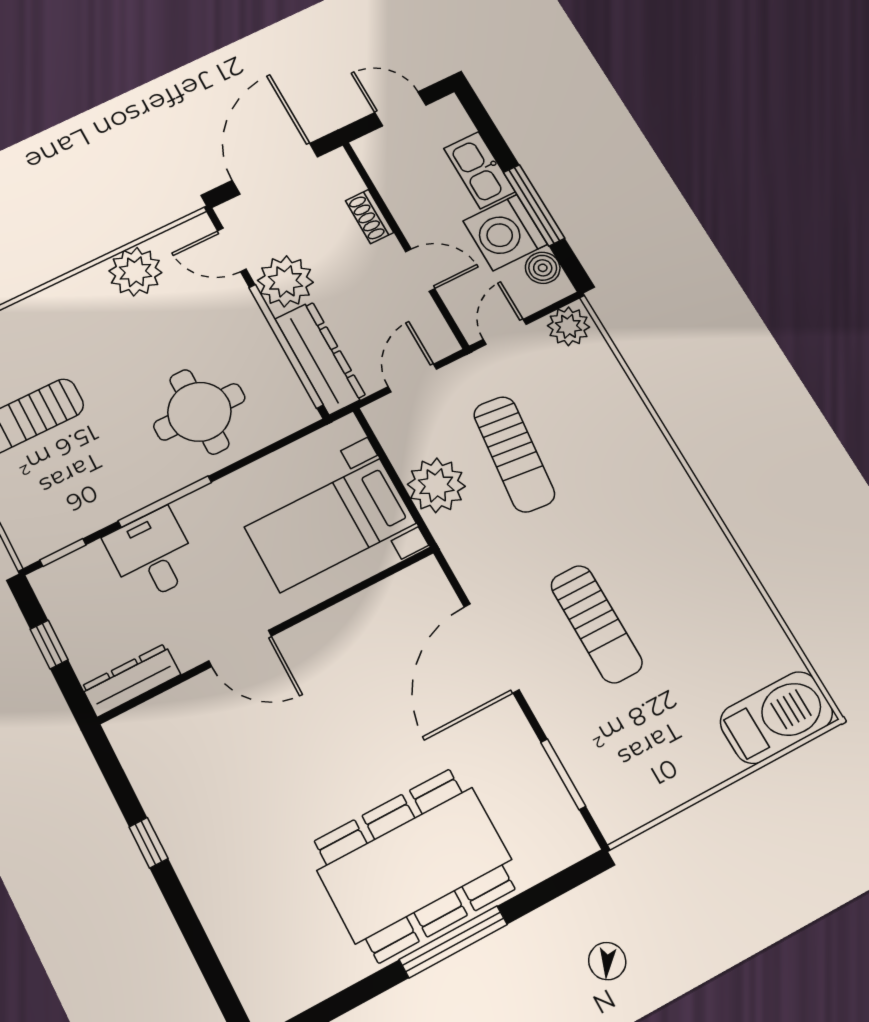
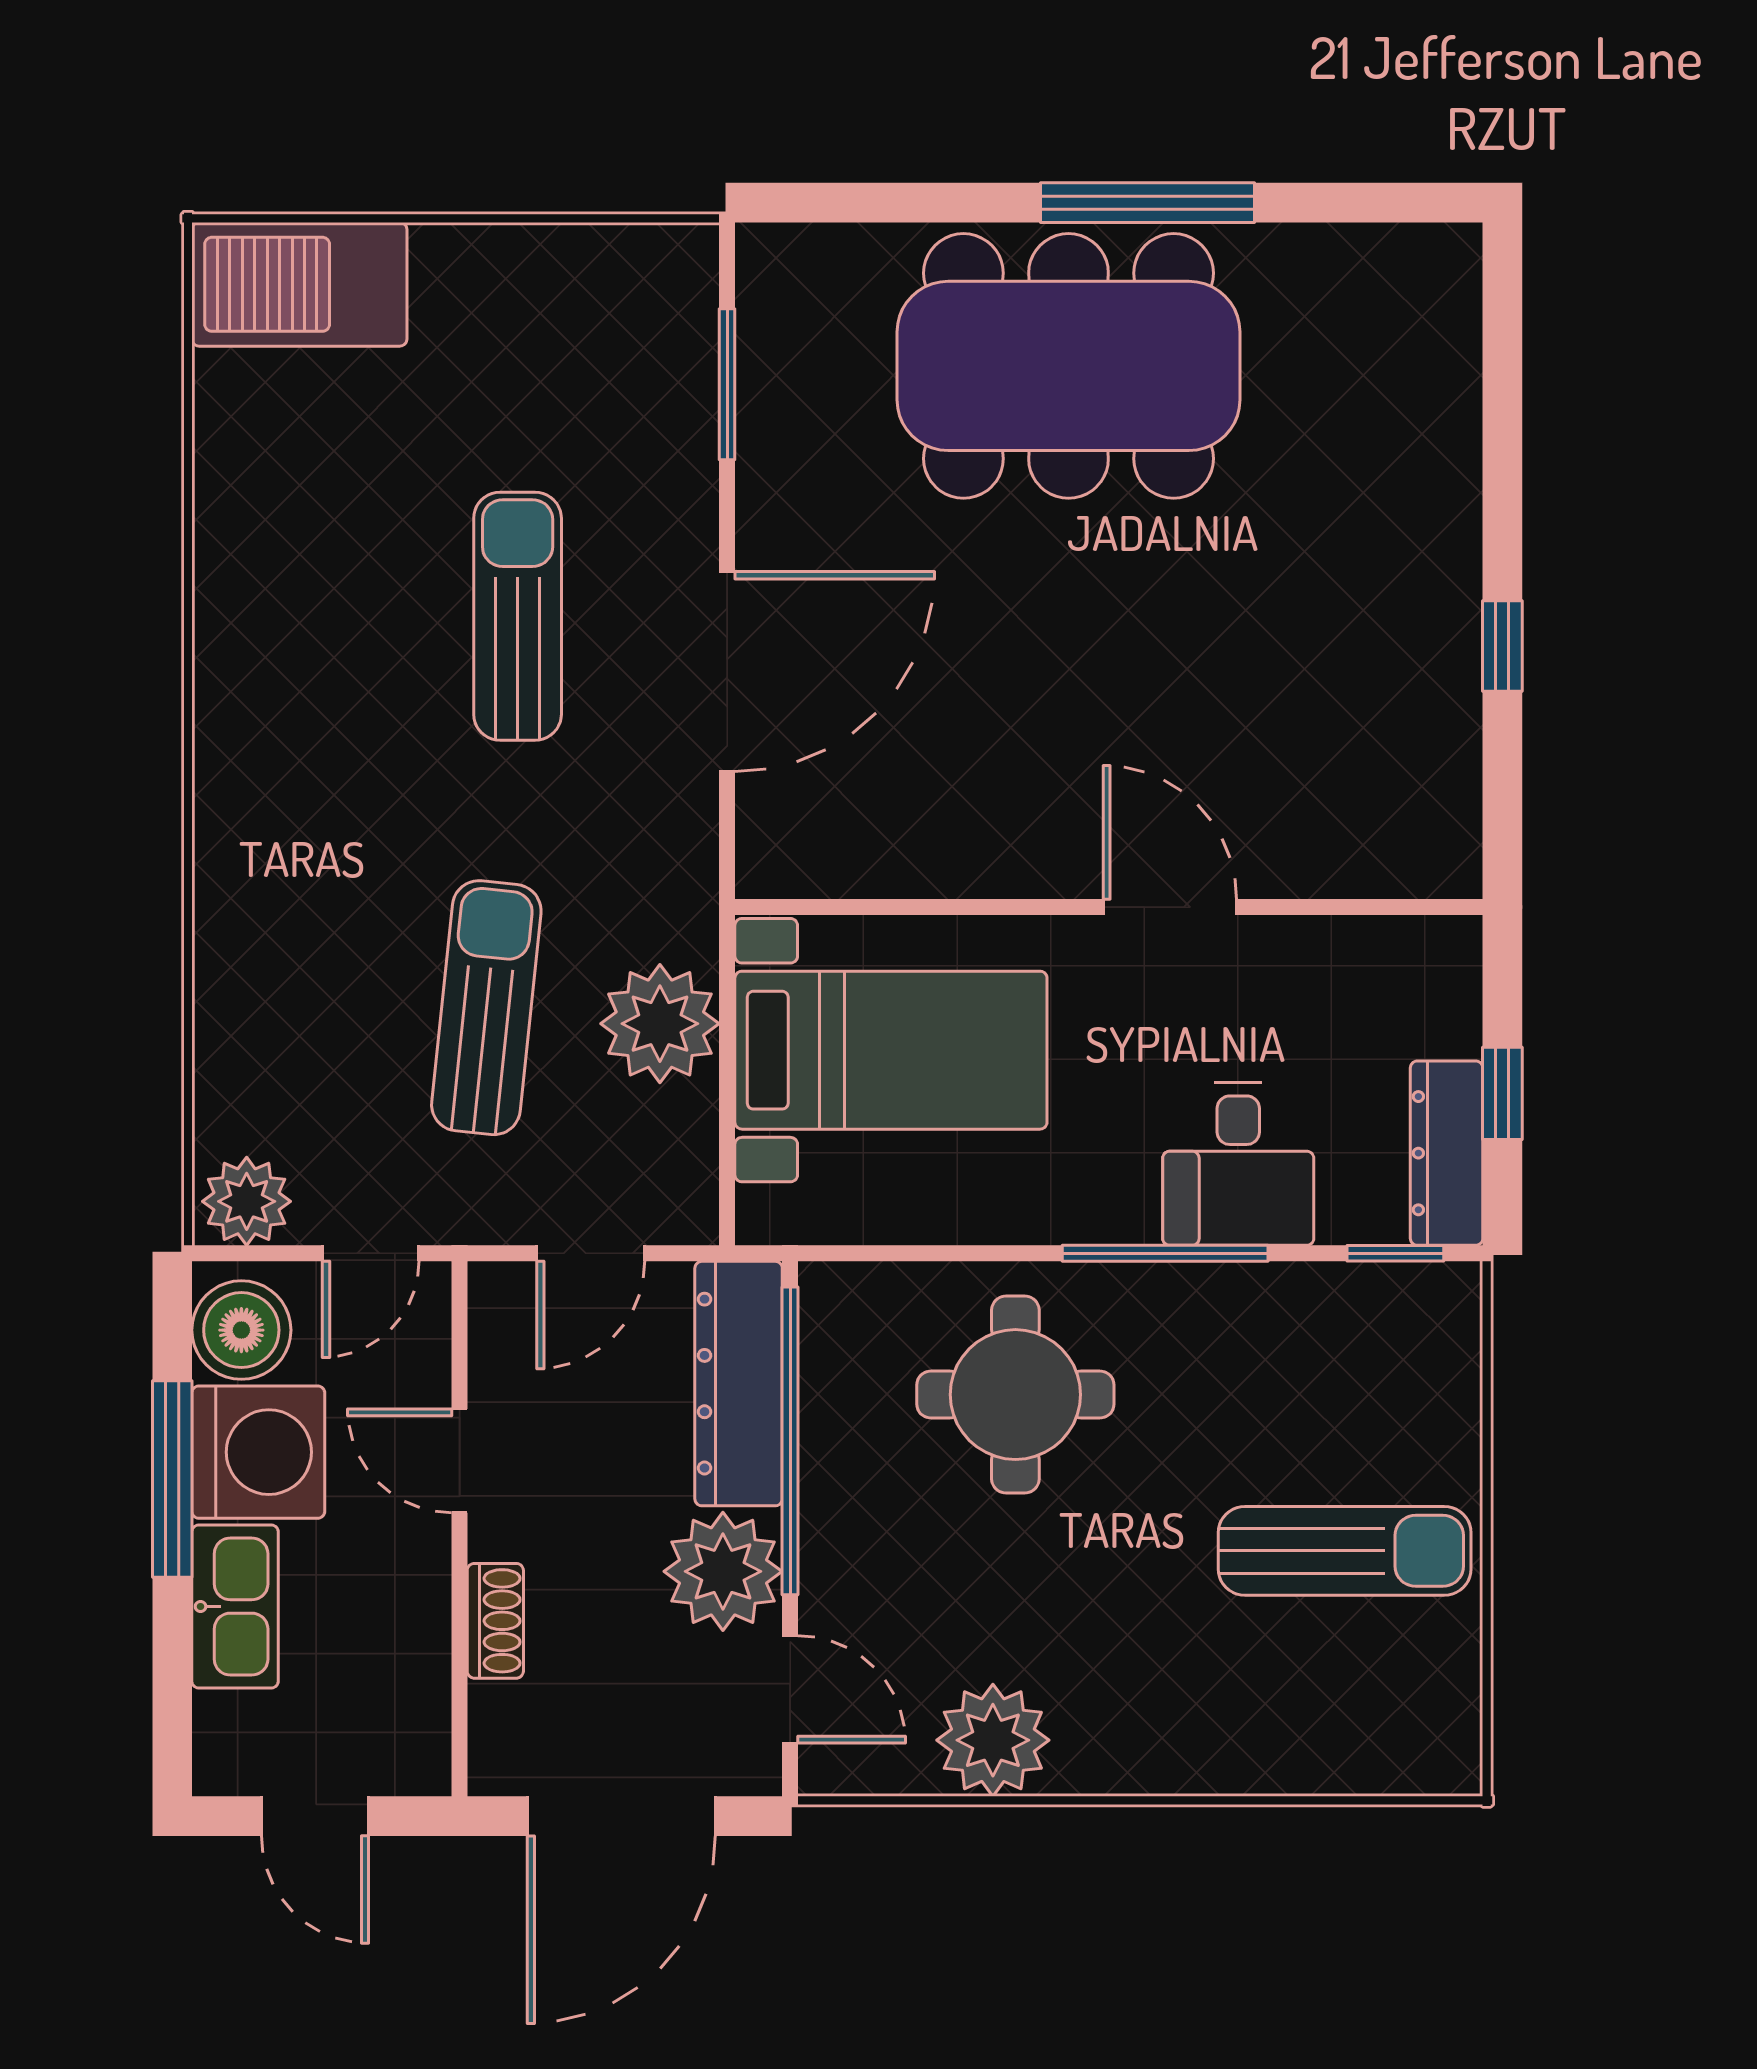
boiler: (543, 268) -> (241, 1330), width x1.36, depth x1.36
dresser: (131, 680) -> (1447, 1153), moved, turned 90
window: (453, 942) -> (1148, 203), moved

